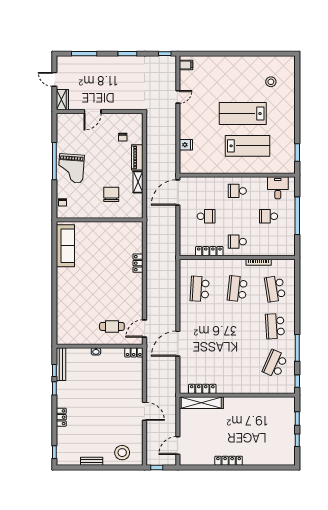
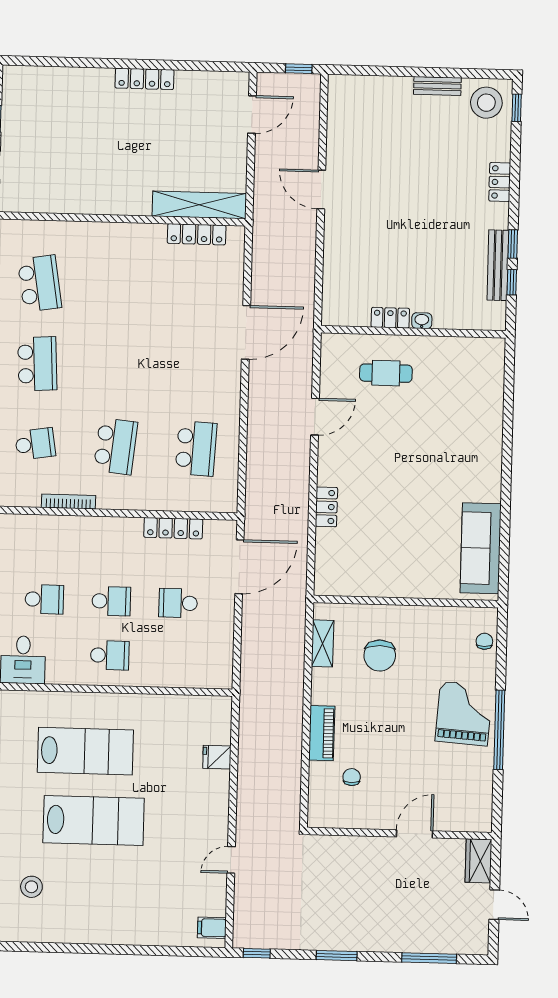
lab bench: (247, 146) -> (85, 751), turned 180
shelving: (138, 182) -> (323, 643), moved
door: (178, 192) -> (239, 567), moved
school desk: (237, 242) -> (111, 601), moved
school desk: (275, 289) -> (35, 444), width x0.54
door: (145, 329) -> (315, 417), moved
locker: (134, 352) -> (390, 318), moved
bench: (61, 364) -> (498, 265), moved
school desk: (275, 364) -> (40, 283), turned -33
stool: (122, 453) -> (486, 103), moved

